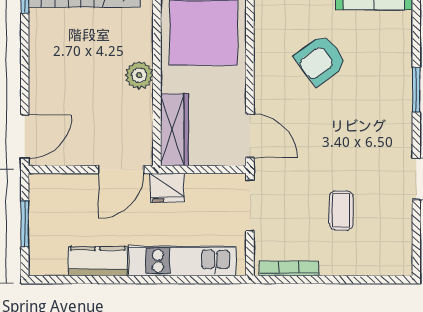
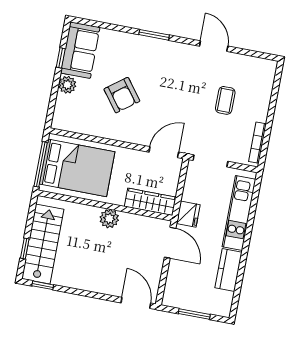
coffee table: (341, 210) -> (225, 100), turned 90

